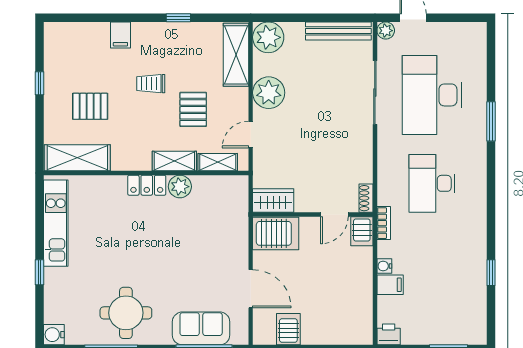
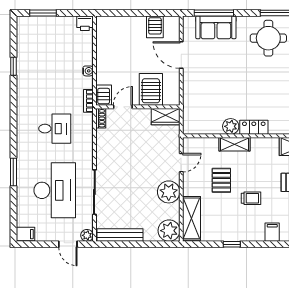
shelving: (218, 162) -> (204, 143), removed
desk: (432, 183) -> (55, 129), width x0.73
server rack: (276, 233) -> (151, 89), moved, turned 90
filing cabinet: (390, 285) -> (25, 234), moved, turned 180

